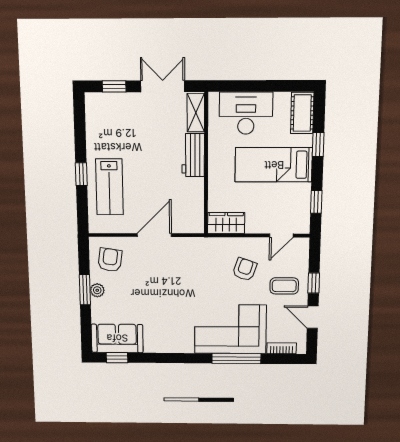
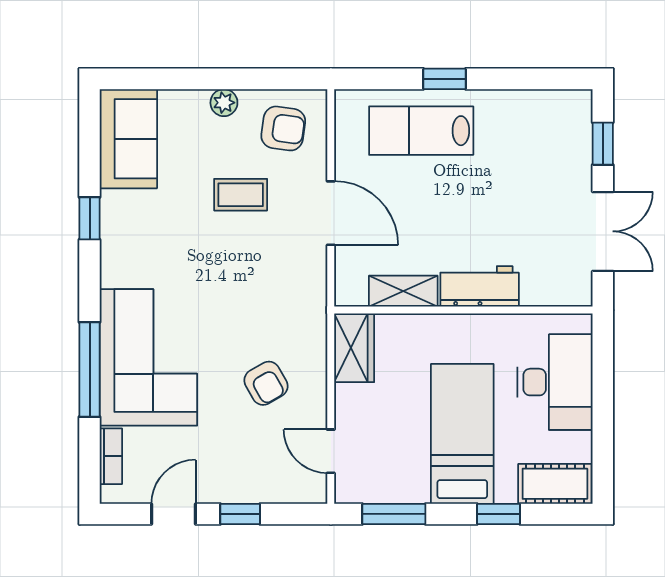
shelving: (196, 113) -> (403, 291), moved
window: (316, 202) -> (394, 514), width x1.50
armchair: (245, 269) -> (266, 383), turned 41
coffee table: (284, 286) -> (241, 195), moved, turned 90
window: (85, 290) -> (225, 79), removed
window: (117, 358) -> (90, 218), moved

